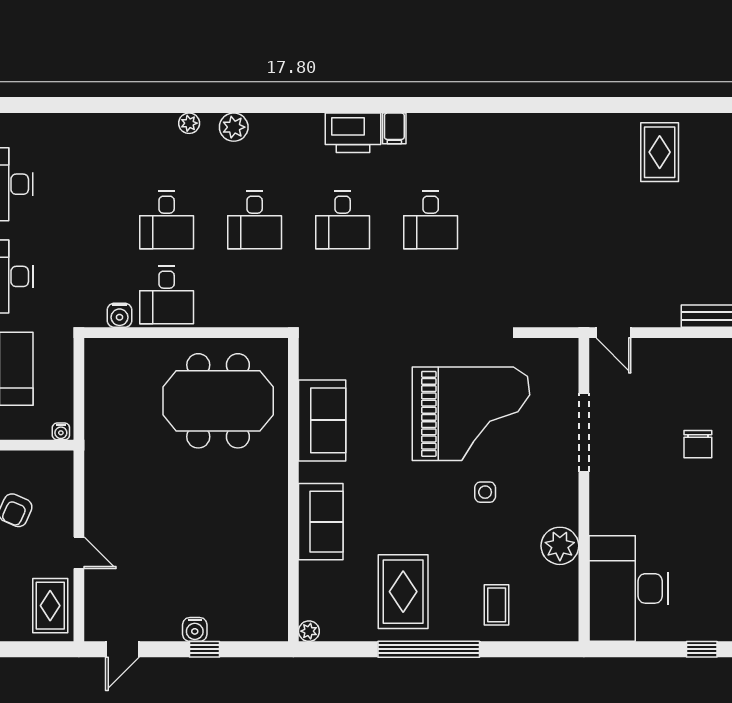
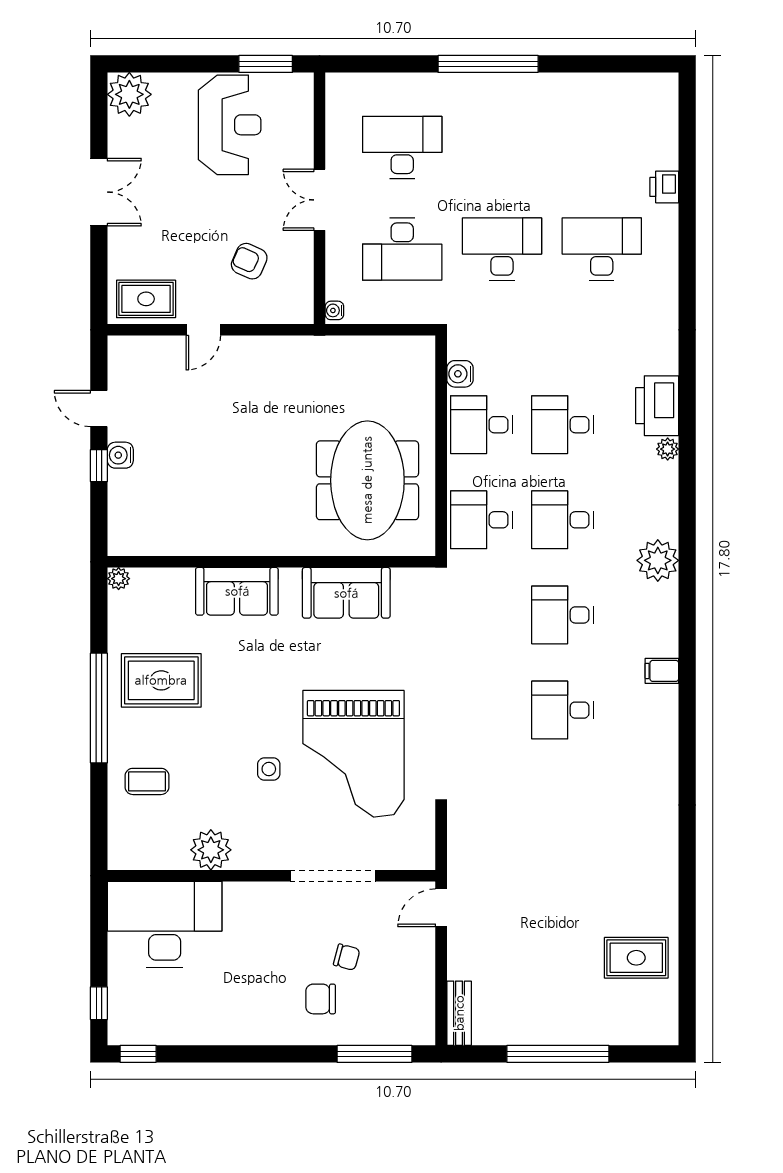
plant: (234, 127) -> (658, 560), moved, width x1.36, depth x1.36
printer: (353, 133) -> (657, 406), moved
desk: (255, 295) -> (482, 520), added
chair: (659, 420) -> (347, 957), added
door: (122, 649) -> (99, 409), moved

